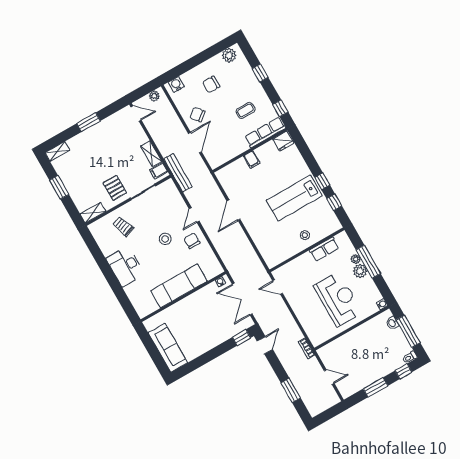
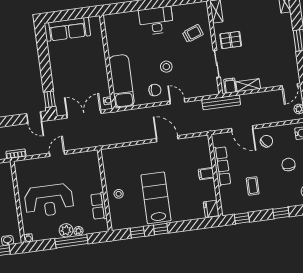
row of seats: (265, 132) -> (222, 166), moved
exam couch: (179, 286) -> (122, 81), moved
door: (278, 287) -> (57, 154), moved

